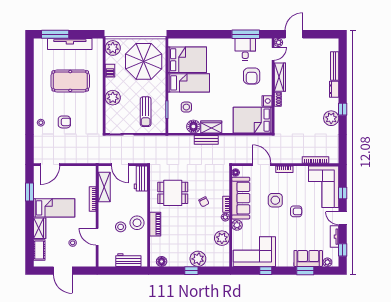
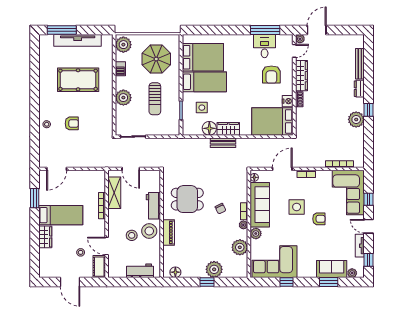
parasol: (144, 61) -> (156, 59), width x0.73, depth x0.73
sun lounger: (146, 112) -> (155, 99), moved
door: (262, 165) -> (282, 169), hinge flipped
workbench: (141, 178) -> (153, 206), moved
cot: (39, 250) -> (99, 267), moved

